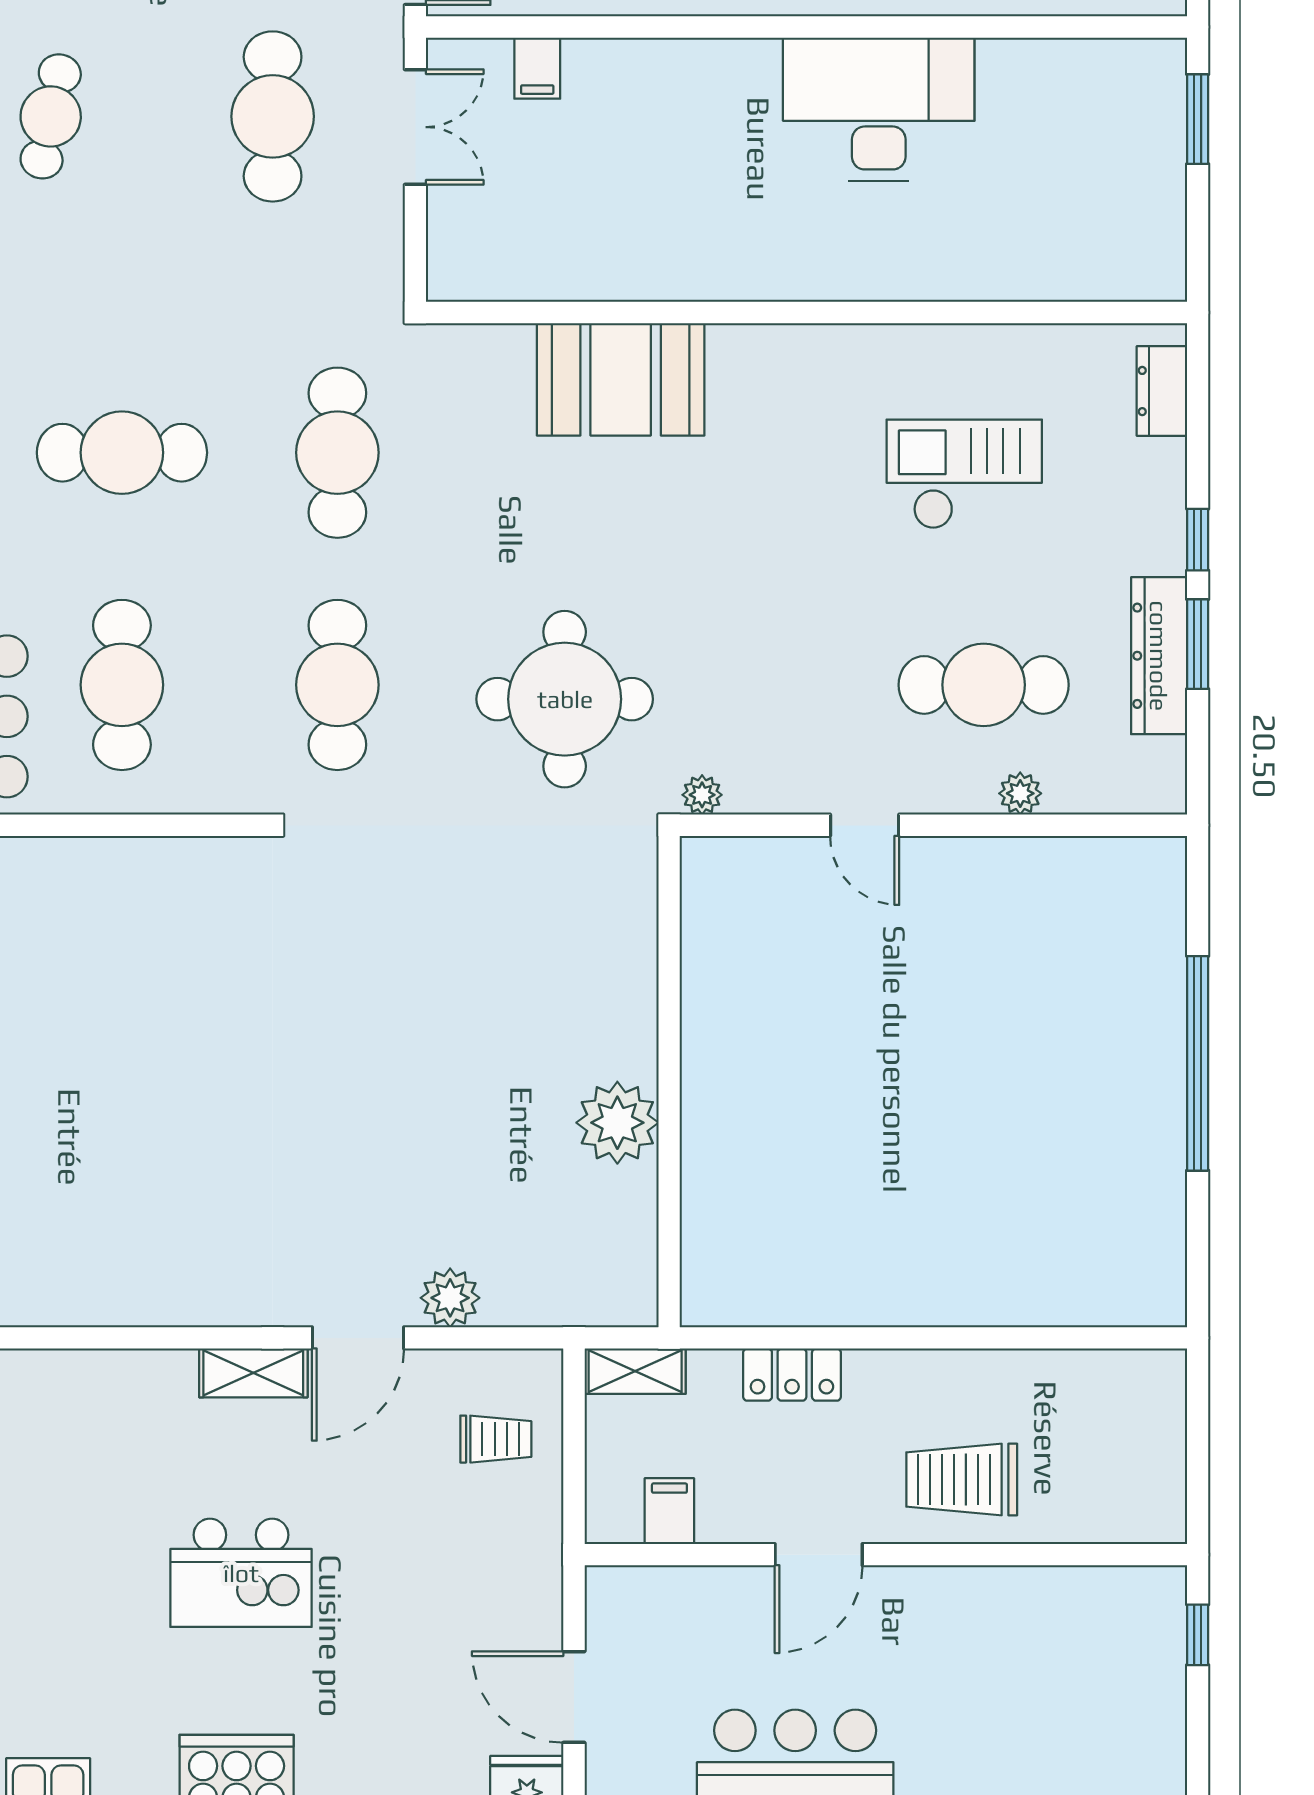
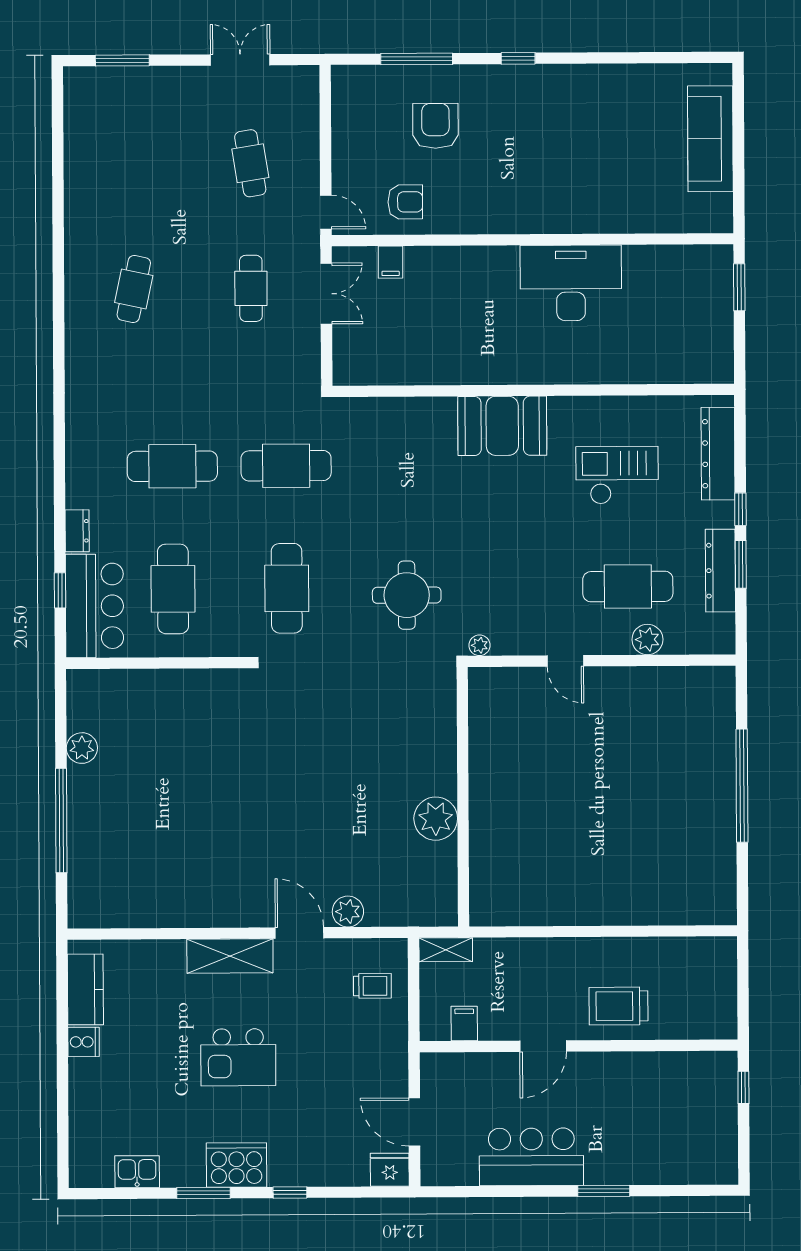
cafe table: (273, 116) -> (251, 288), width x0.73, depth x0.74
booth: (621, 379) -> (502, 426), moved
dresser: (1162, 391) -> (718, 454), width x1.96, depth x1.24
cafe table: (337, 453) -> (286, 466), turned 90
round table: (565, 699) -> (407, 595), width x0.73, depth x0.73
plant: (1020, 793) -> (647, 640), width x1.38, depth x1.38
door: (358, 1338) -> (299, 933), swing flipped
shelving: (253, 1373) -> (230, 956), width x1.50, depth x1.33
locker: (792, 1375) -> (529, 951), removed

